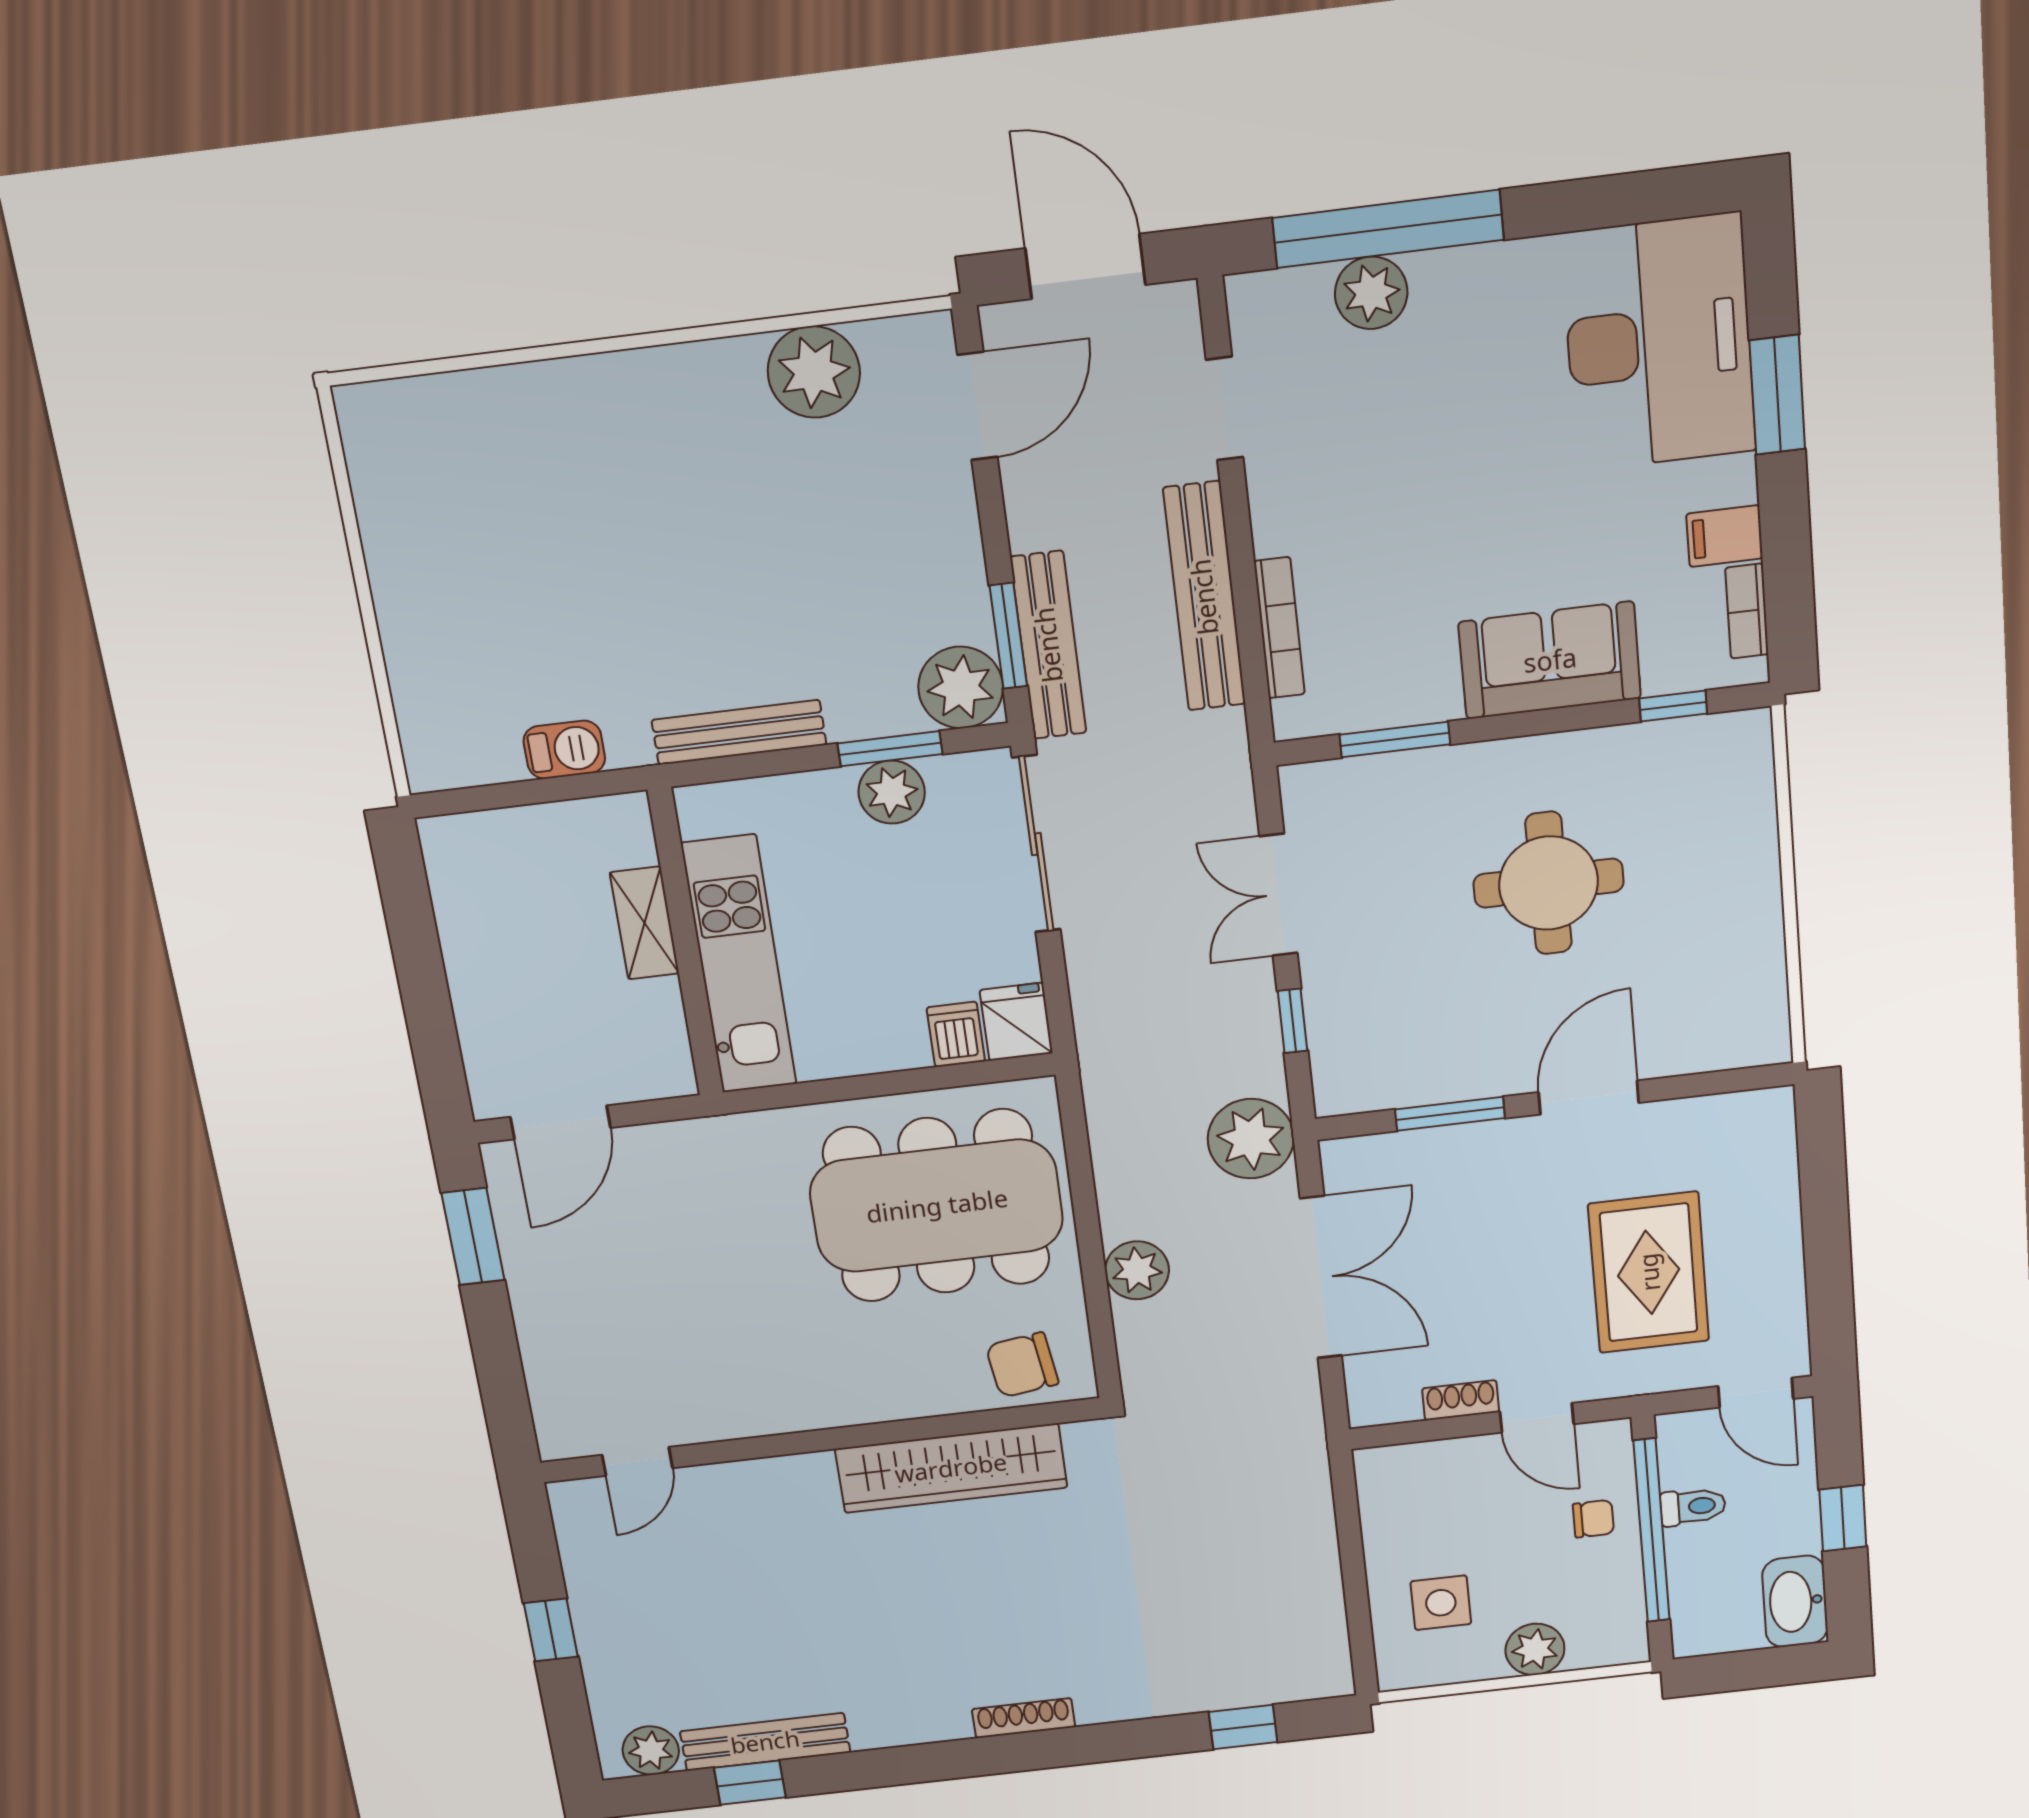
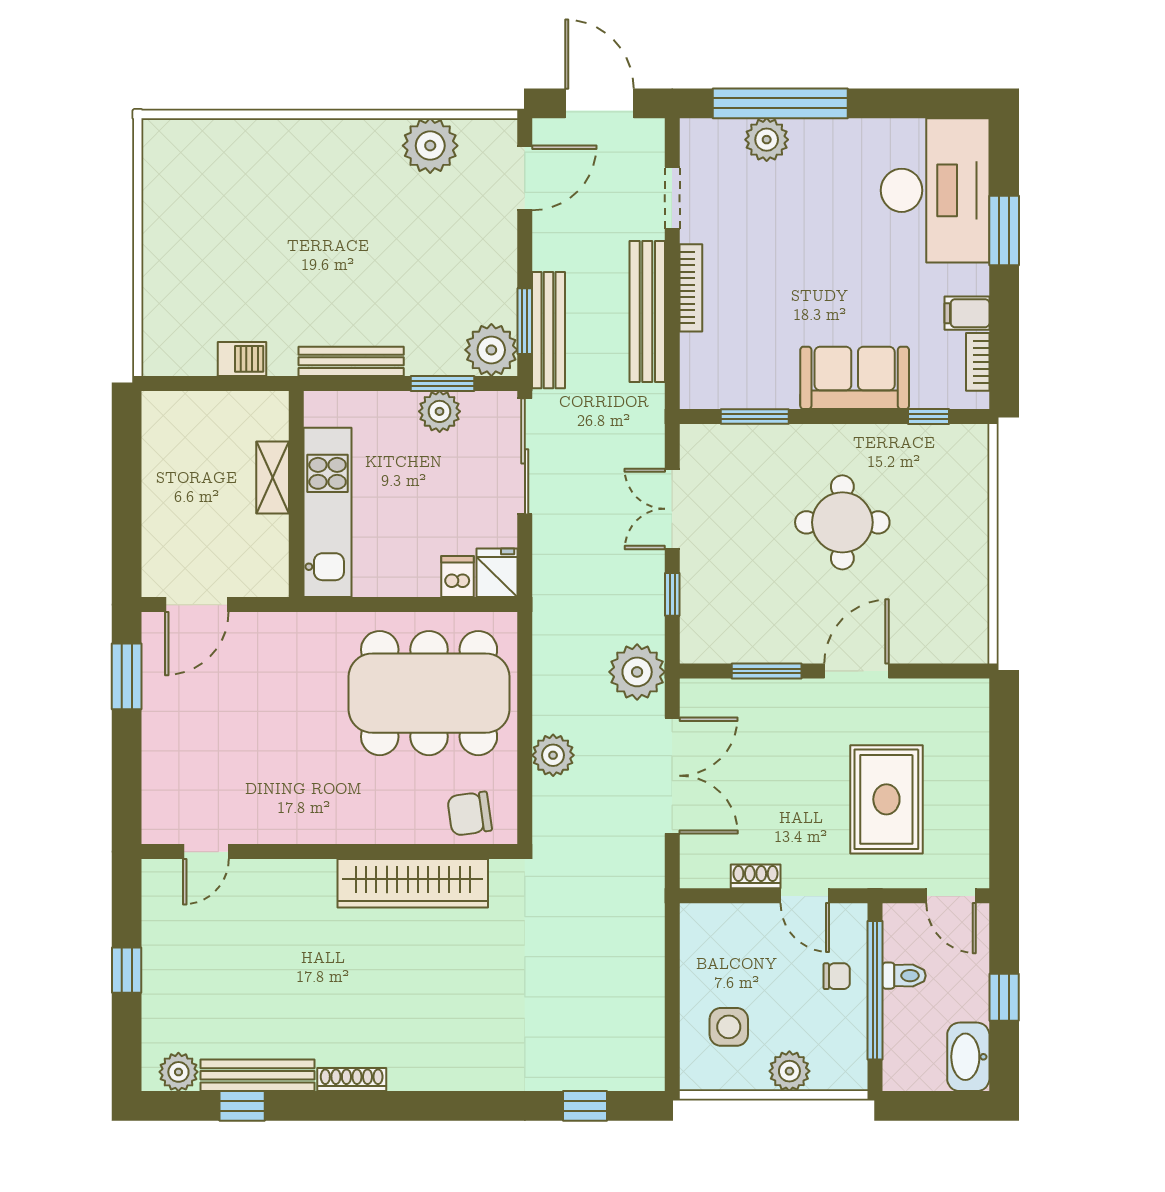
bookcase: (1279, 628) -> (691, 288), moved
shoe rack: (1024, 1718) -> (352, 1080), moved

